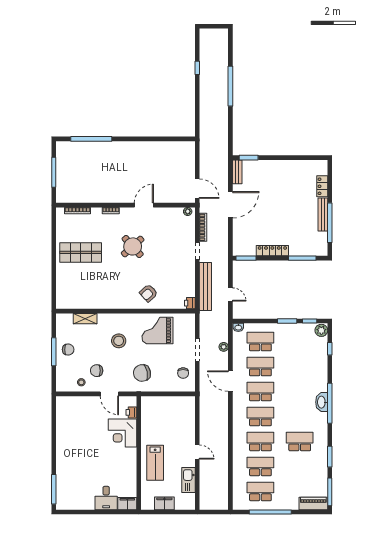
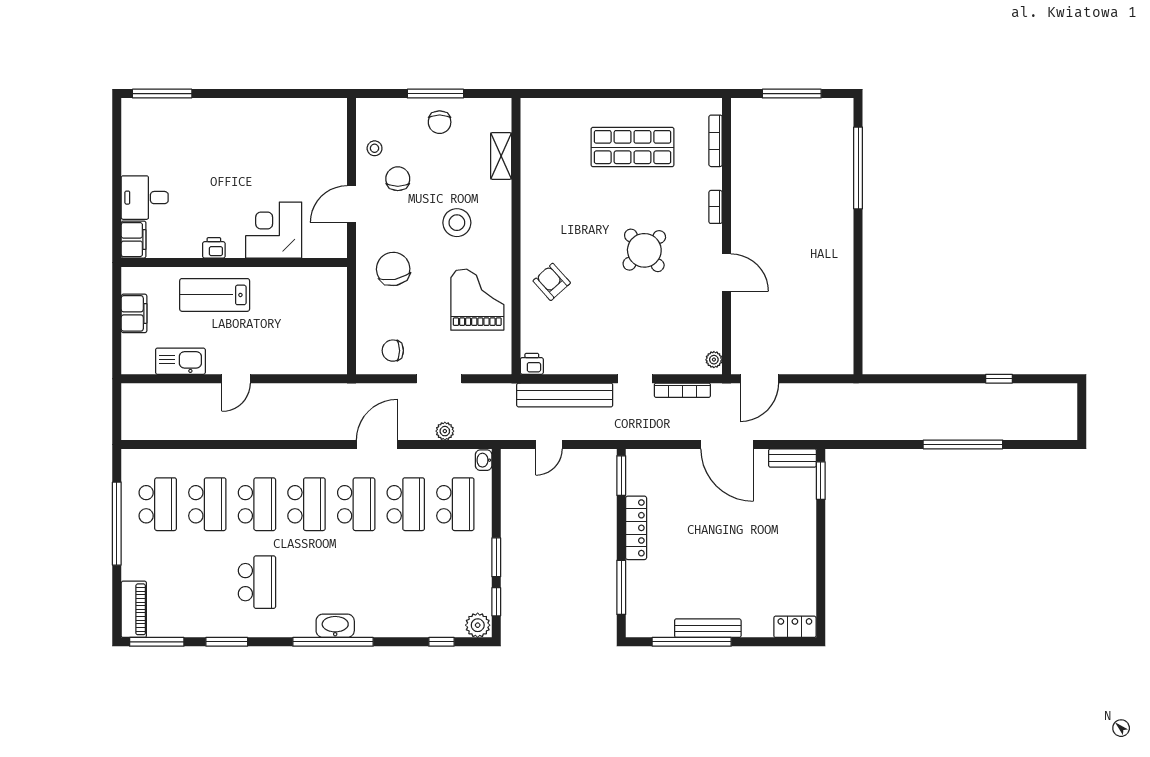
locker: (322, 186) -> (795, 627), moved
shop shelf: (81, 252) -> (632, 147), turned 90
printer: (131, 412) -> (214, 248), moved

